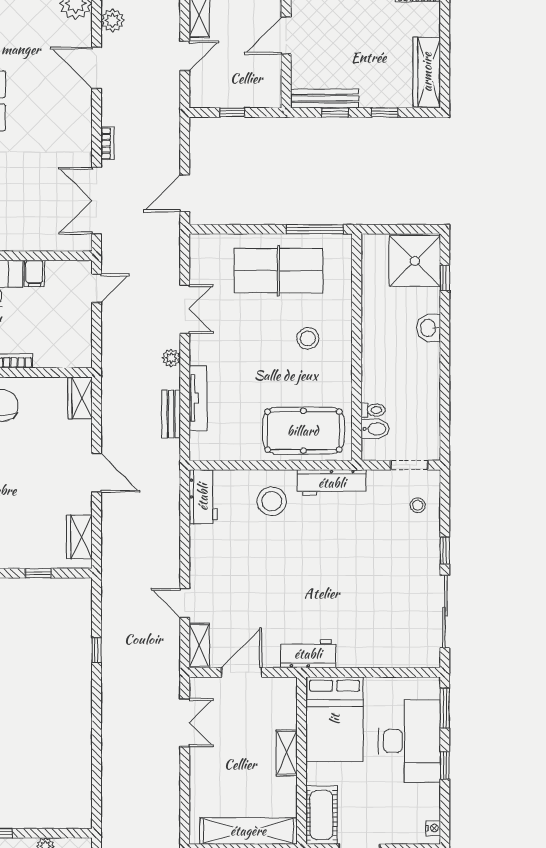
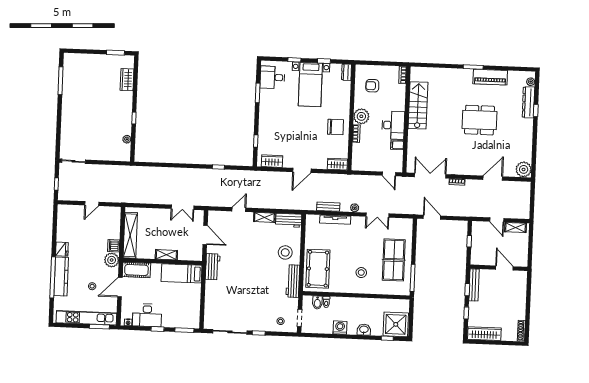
plant: (113, 20) -> (515, 187), removed
washing machine: (426, 379) -> (340, 328), added
shelving: (199, 645) -> (264, 217), moved
bed: (335, 719) -> (182, 273), width x0.67
desk: (409, 741) -> (147, 315), moved, width x0.73, depth x0.77

